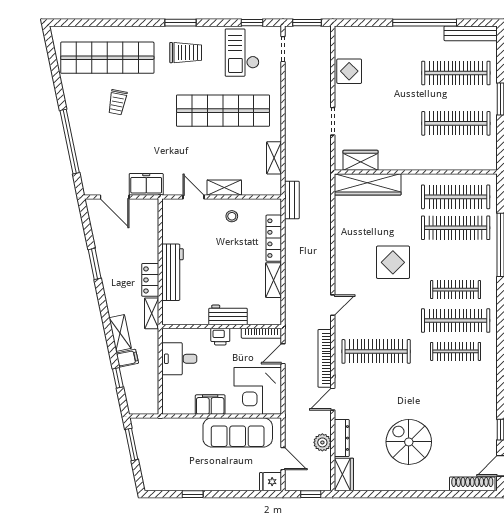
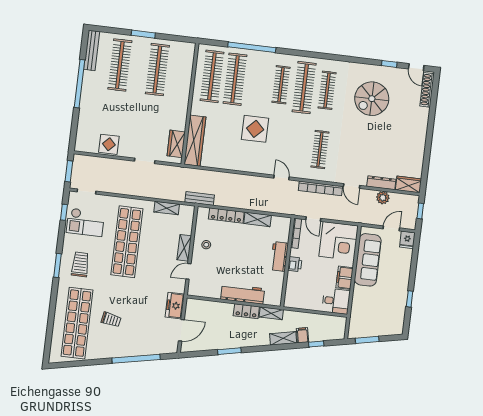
clothes rail: (376, 351) -> (320, 149), width x0.73, depth x0.76
desk: (179, 359) -> (336, 301), moved, turned -90
spiral stairs: (409, 442) -> (372, 99), moved

